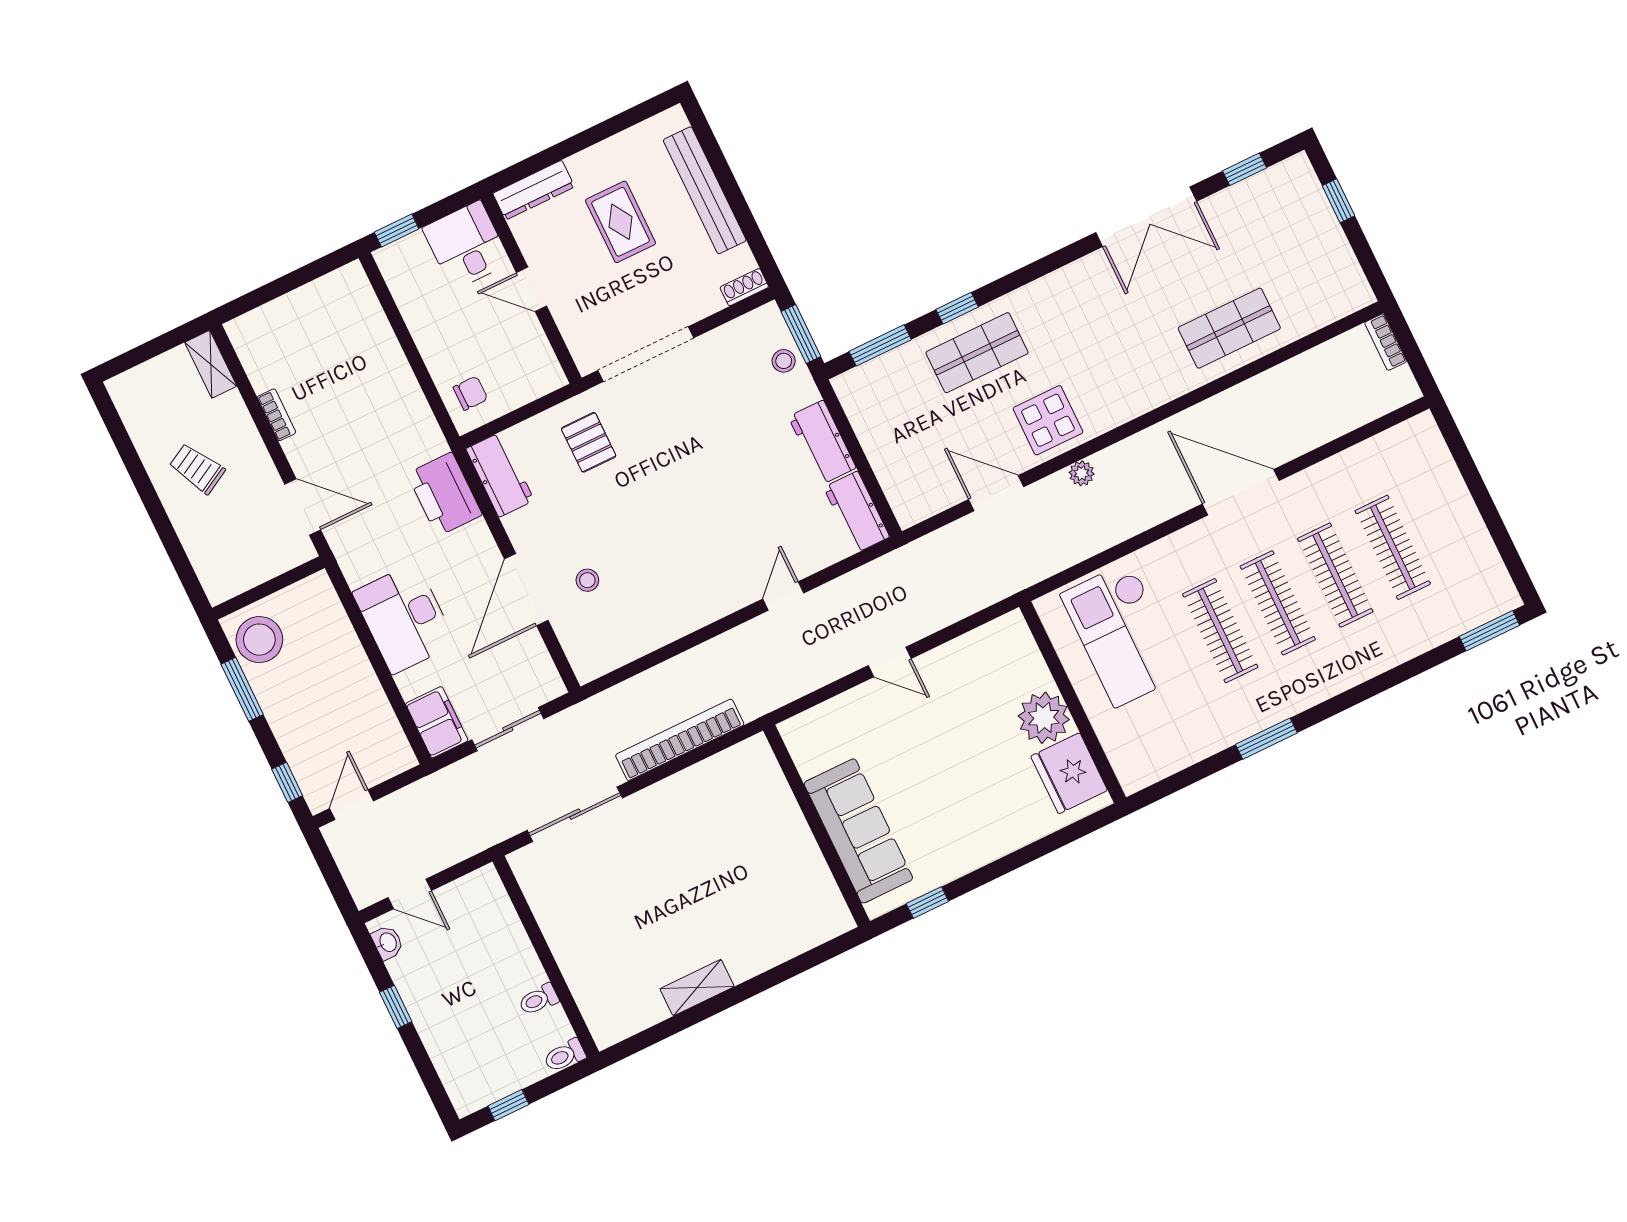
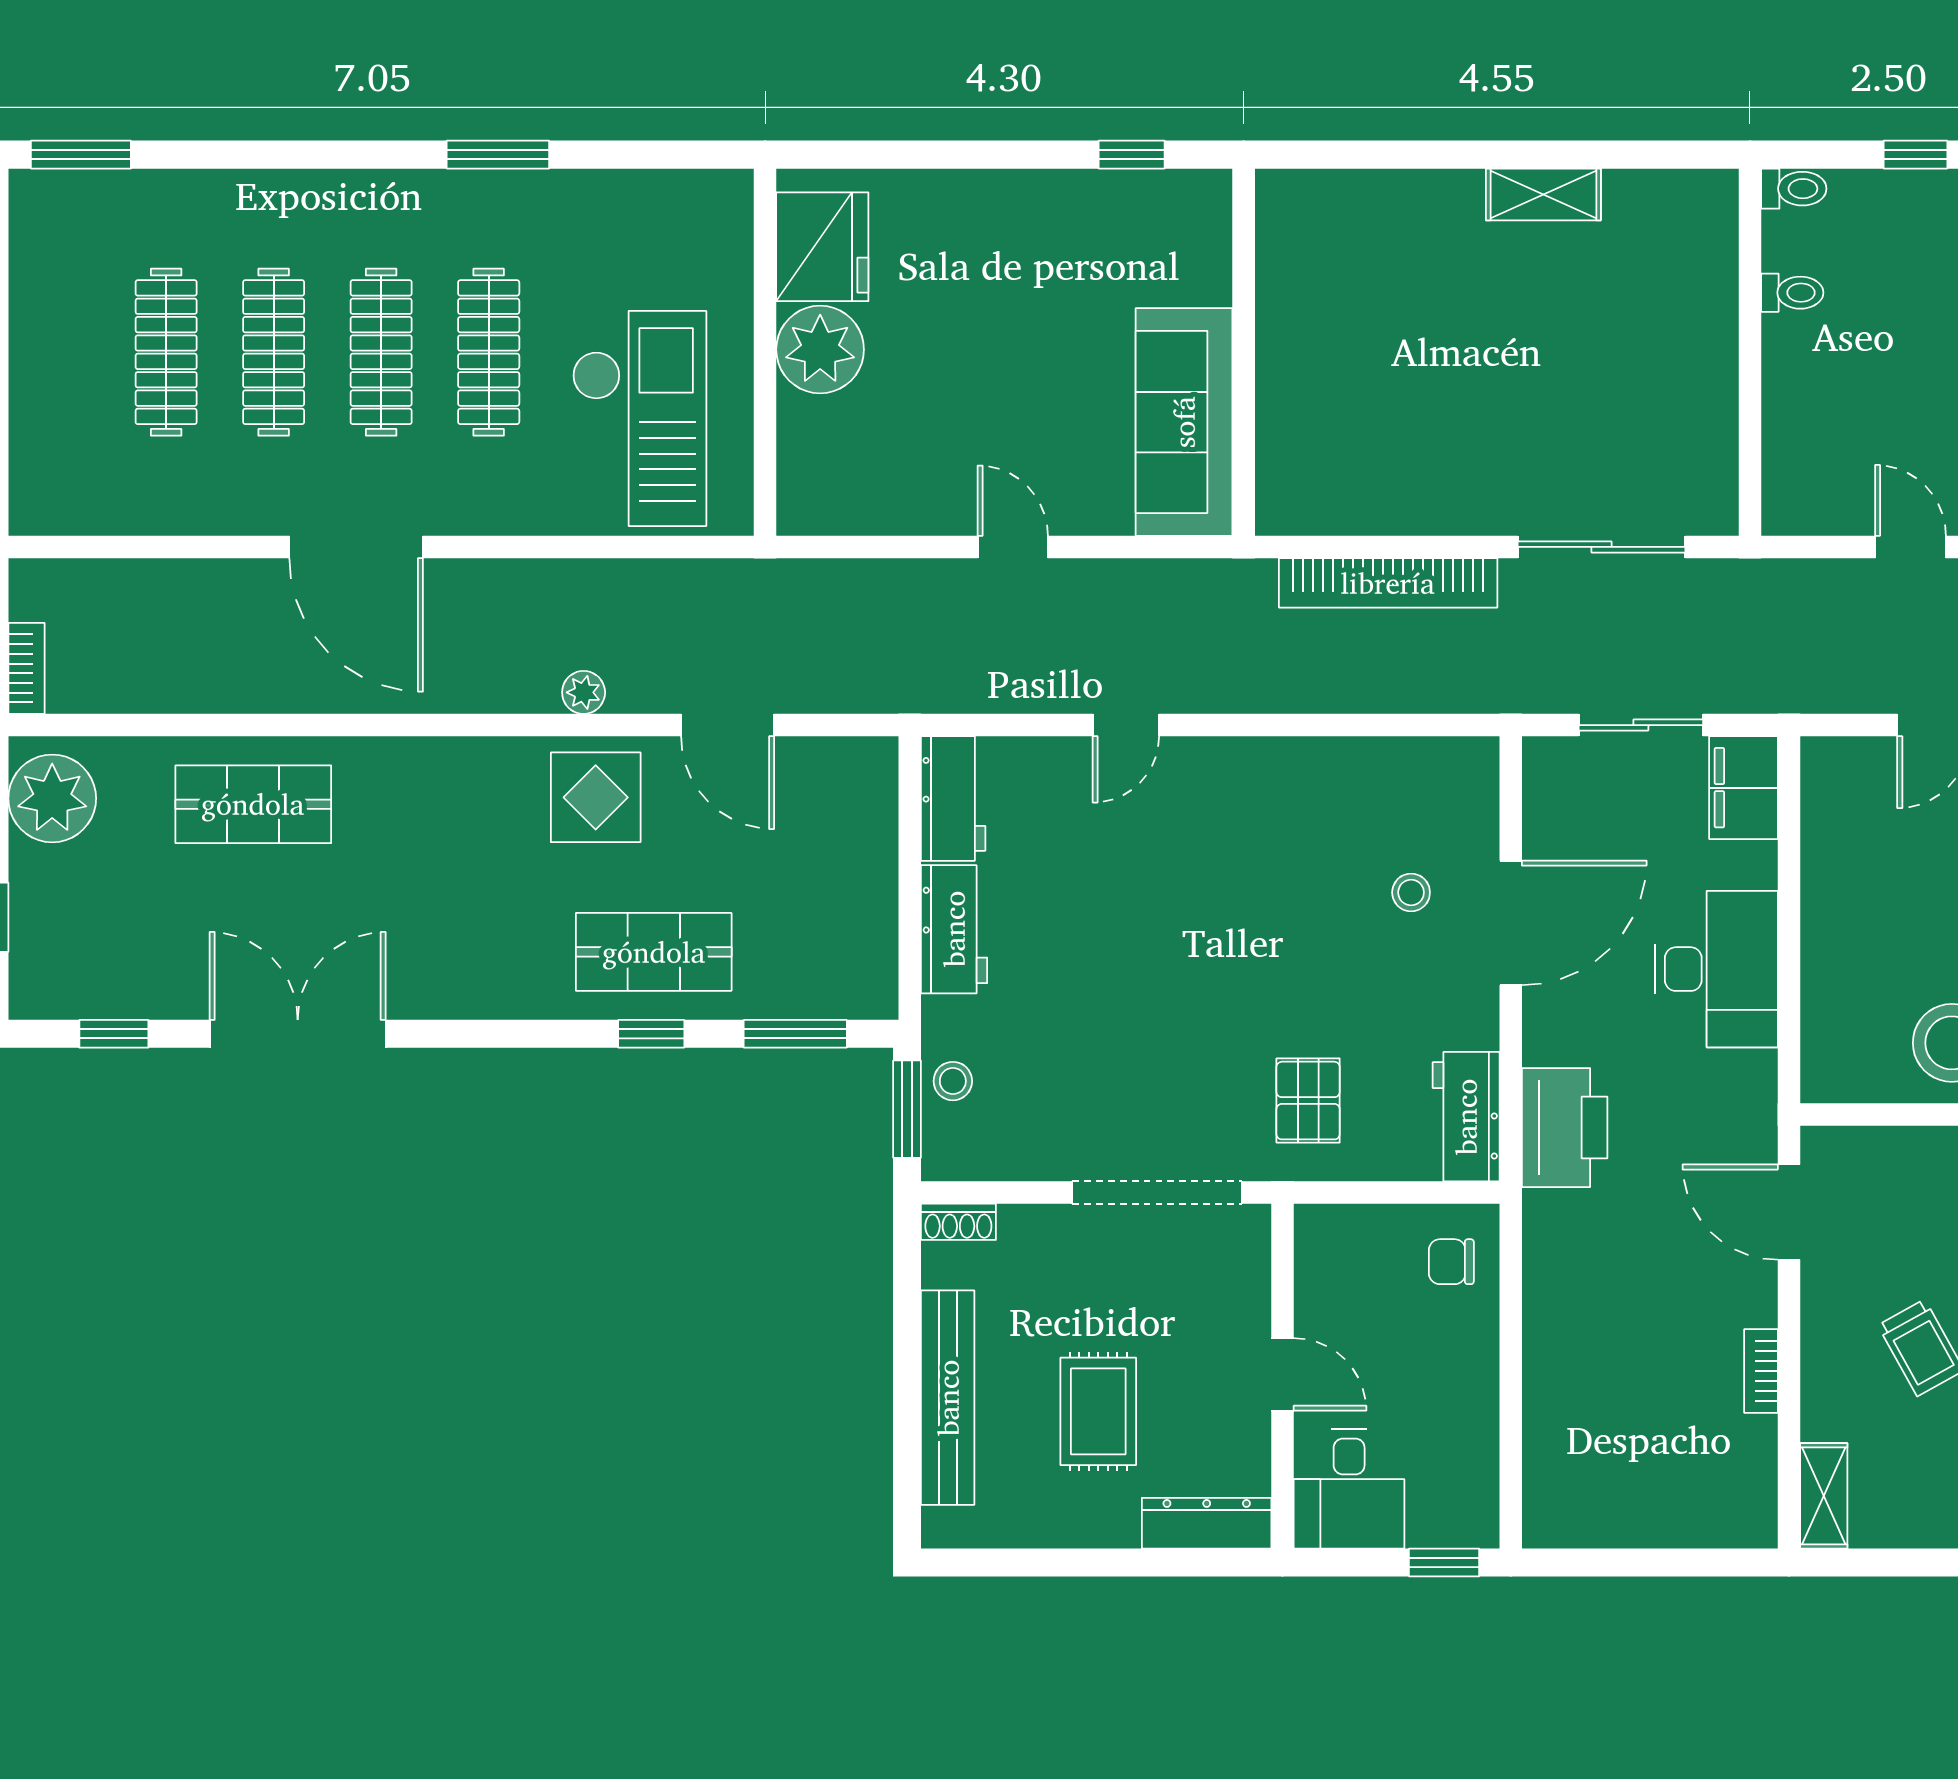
plant: (1338, 279) -> (52, 798), added
sofa: (858, 831) -> (1184, 422), moved

